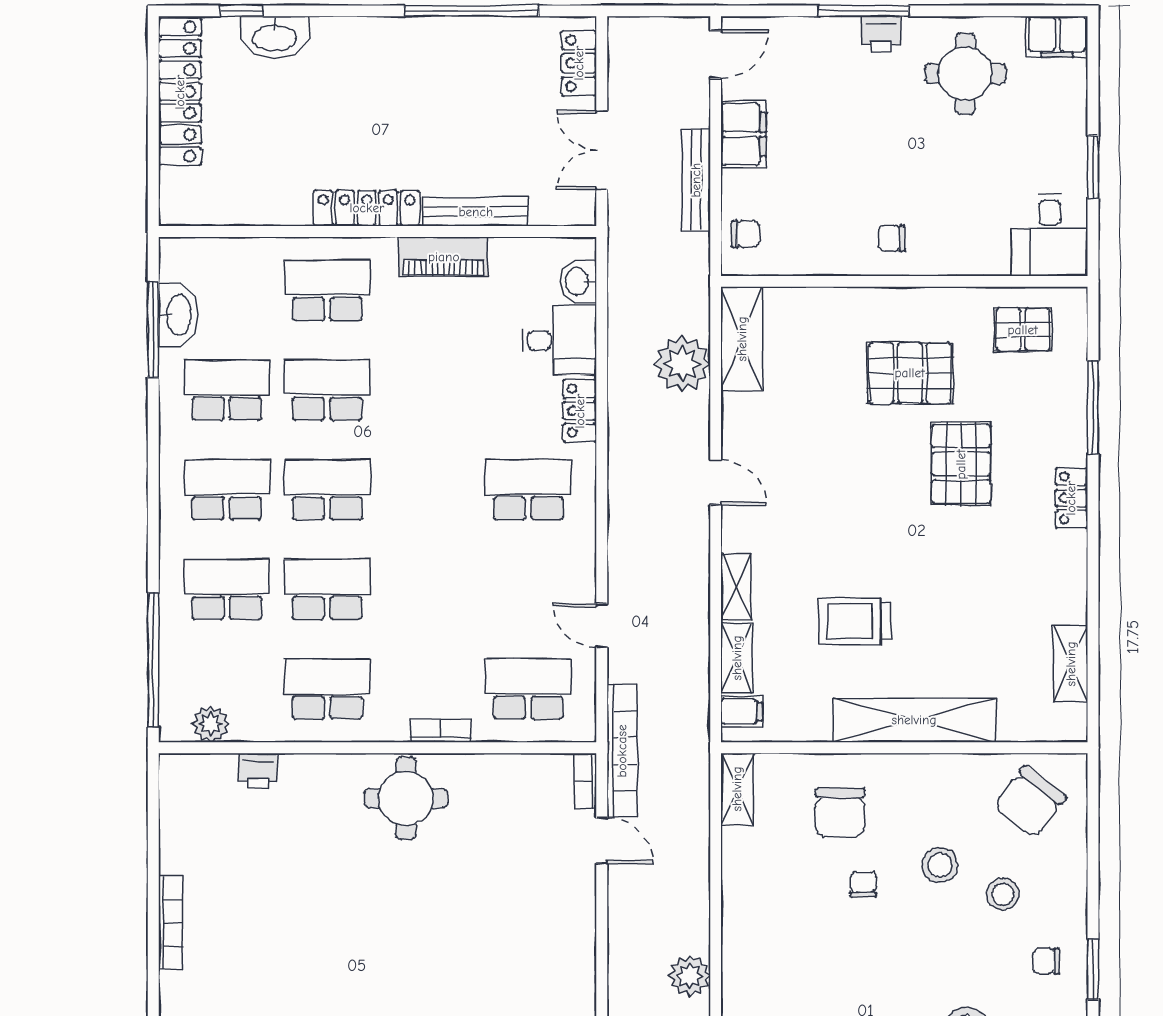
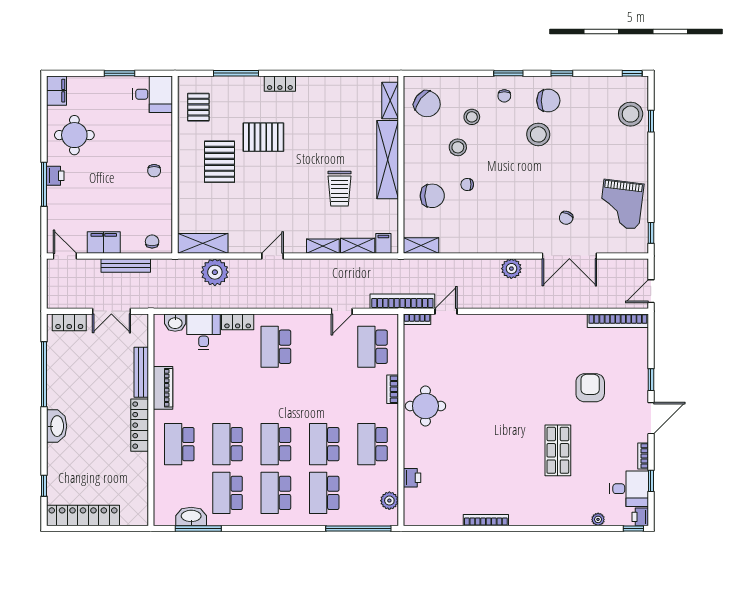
washbasin: (275, 37) -> (57, 426), moved
shelving: (1071, 664) -> (390, 101), moved, turned 90

